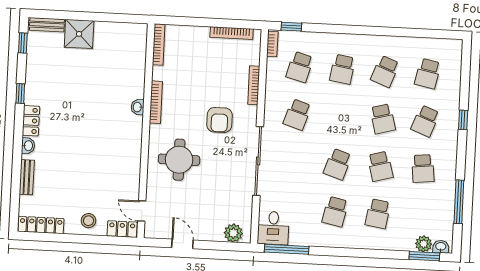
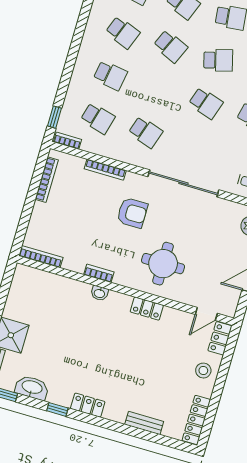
bookcase: (156, 102) -> (99, 273), width x0.64
school desk: (383, 119) -> (170, 46), turned 39
washbasin: (28, 146) -> (32, 388), moved, width x1.91, depth x1.45
locker: (134, 155) -> (147, 309), added

